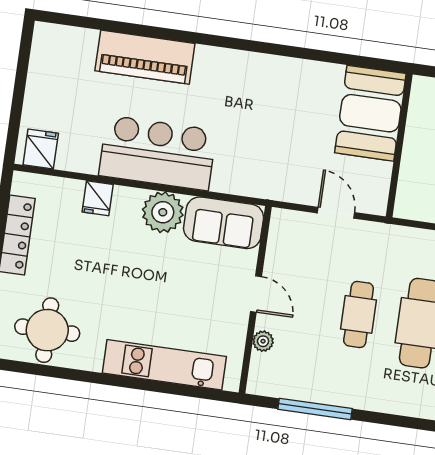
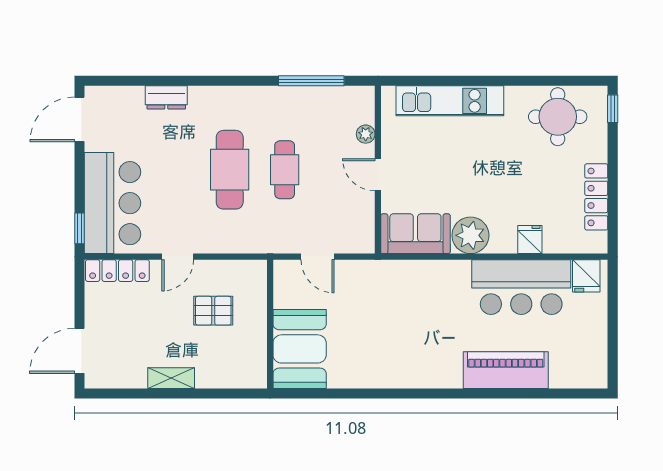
bar counter: (158, 153) -> (521, 287), moved

